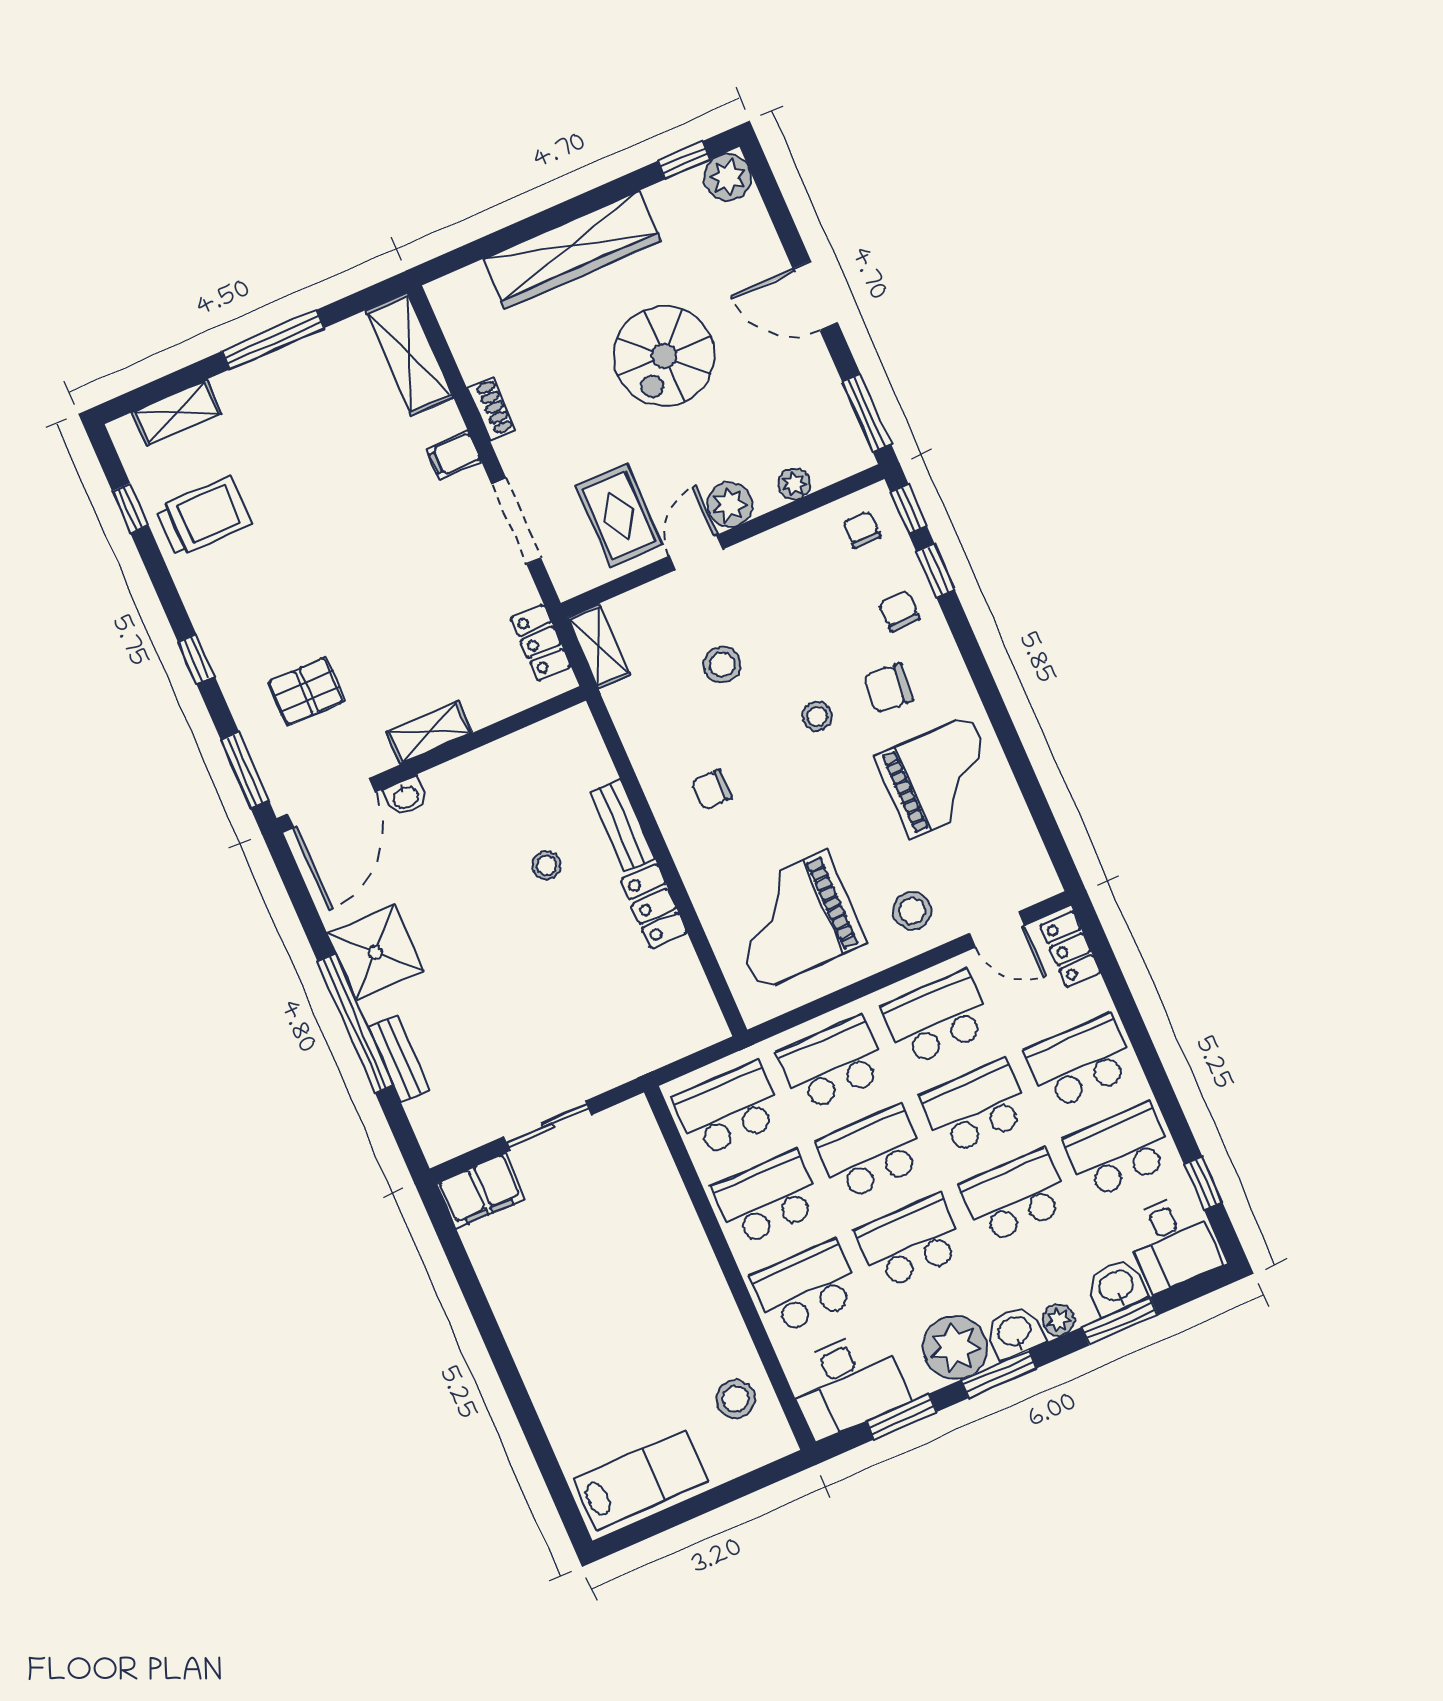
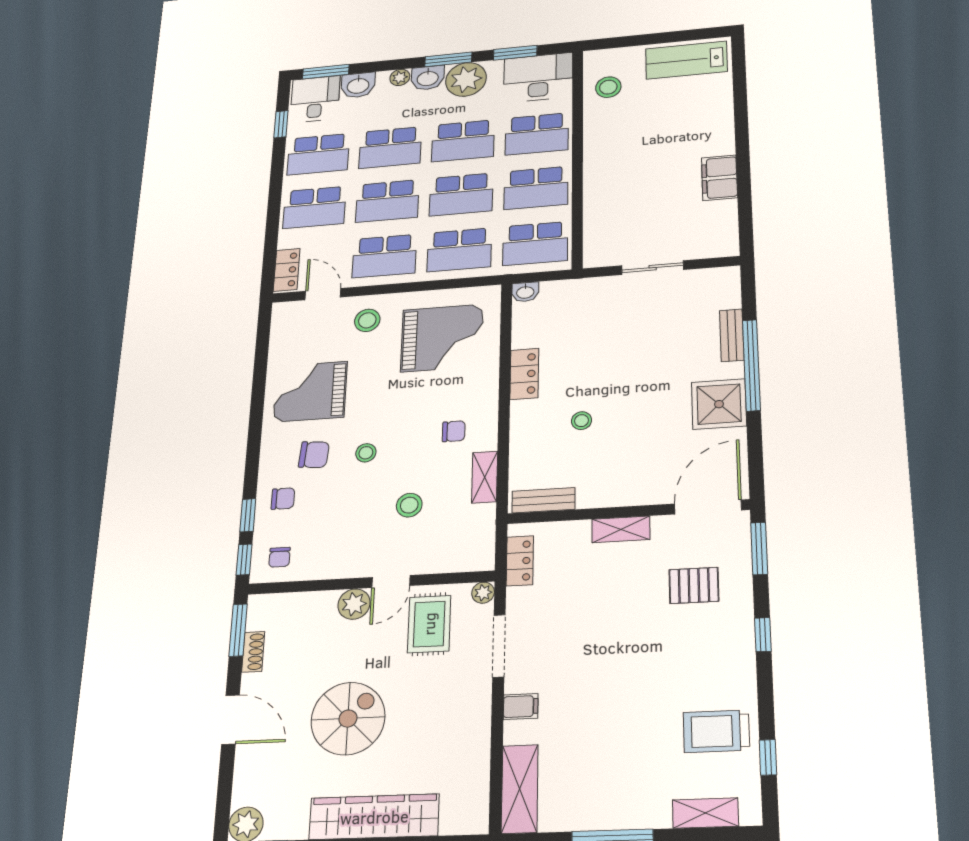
shoe rack: (491, 409) -> (253, 652), moved, turned 180
plant: (794, 484) -> (483, 593), moved
chair: (899, 611) -> (283, 499), turned -90
shelving: (599, 646) -> (485, 477), moved
washbasin: (405, 797) -> (525, 292), moved, turned 180
bench: (622, 825) -> (543, 500), moved, turned 90
filing cabinet: (481, 1191) -> (719, 178), moved, turned -90
window: (1120, 1321) -> (326, 72), moved

